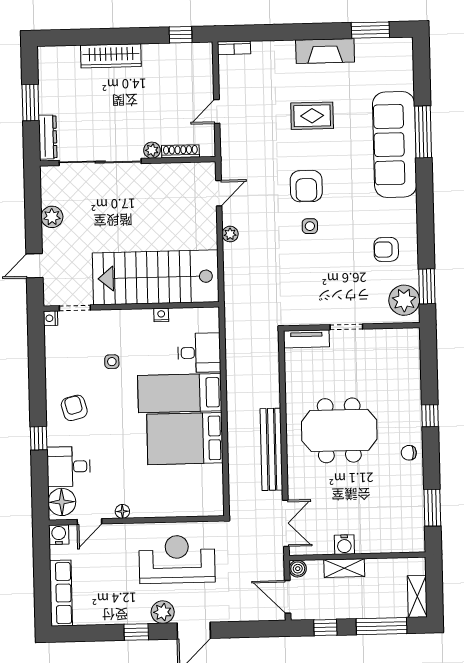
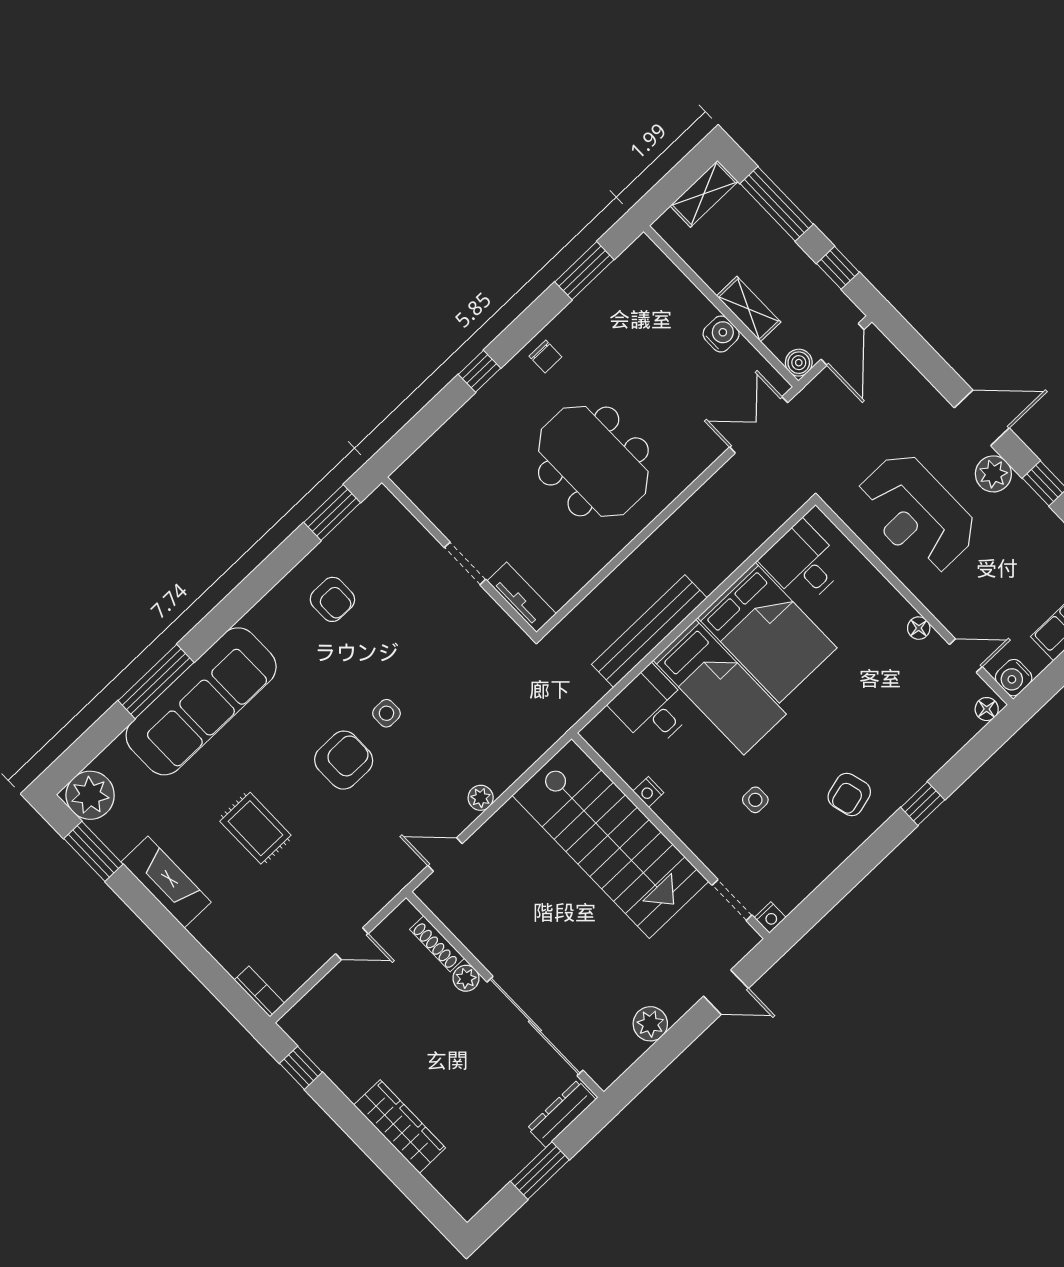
plant: (404, 300) -> (90, 795), moved
bench: (271, 449) -> (649, 631), moved
desk: (69, 467) -> (803, 563), moved, turned 180
floor lamp: (62, 502) -> (987, 709), width x0.53, depth x0.53

